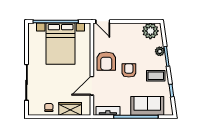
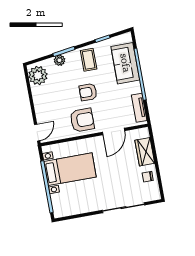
bed with nightstands: (61, 44) -> (70, 169), width x0.73
door: (92, 86) -> (114, 131), hinge flipped

